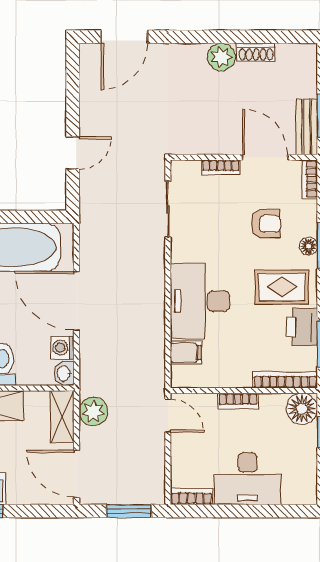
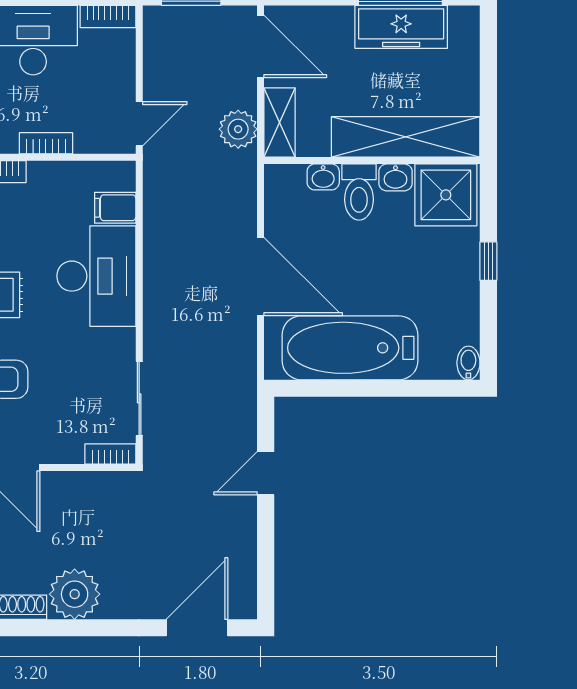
plant: (221, 57) -> (75, 594), width x1.36, depth x1.36
bookcase: (221, 167) -> (110, 454), moved
washing machine: (62, 348) -> (279, 214), removed
washbasin: (64, 373) -> (323, 177), moved, turned 90
door: (168, 416) -> (139, 124), swing flipped

